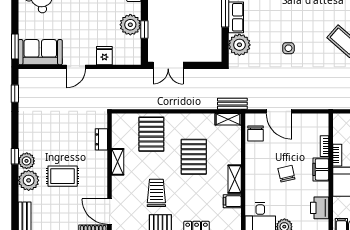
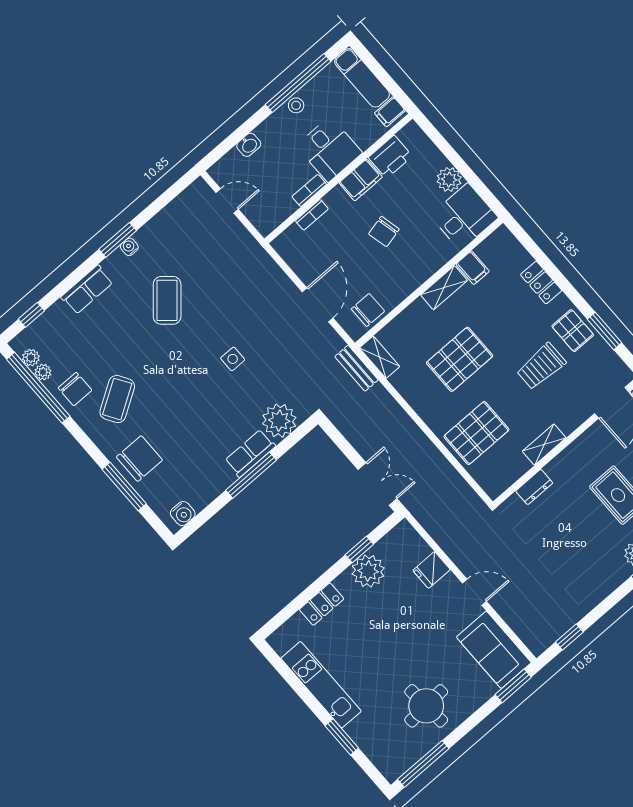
filing cabinet: (321, 169) -> (361, 180), moved

